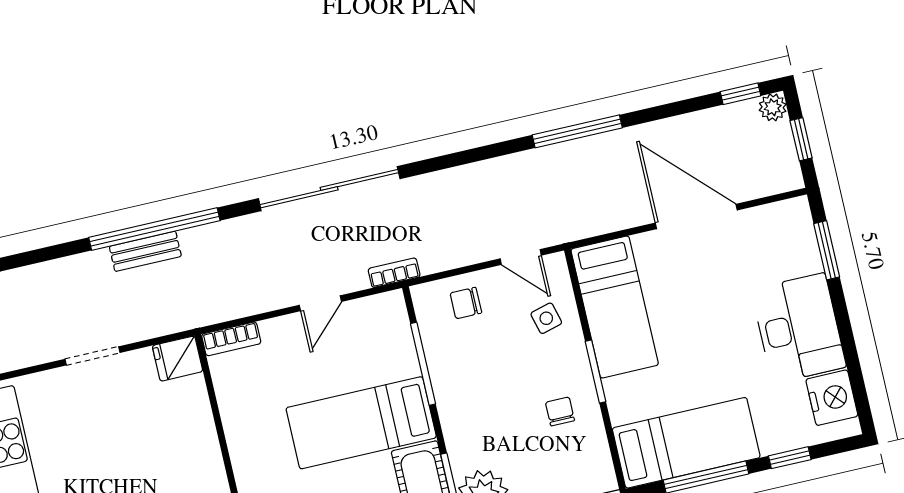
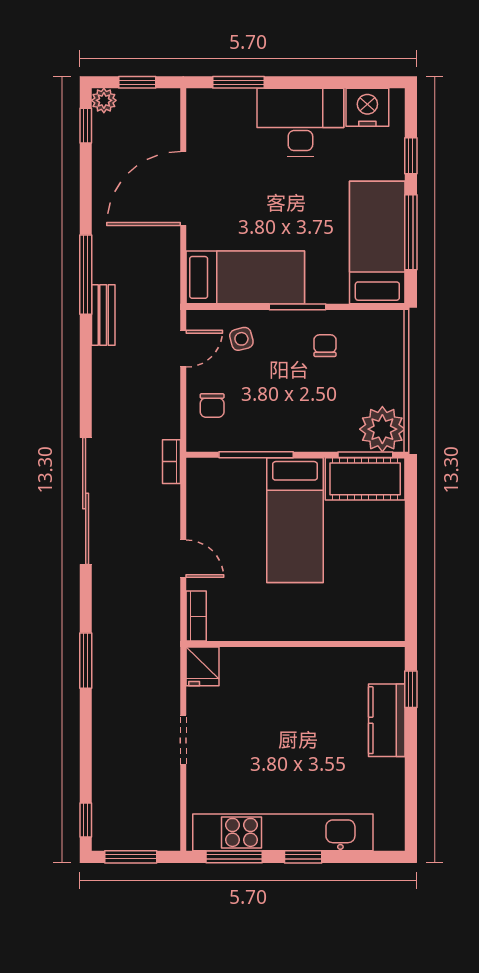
window: (154, 229) -> (86, 661), width x0.47
bench: (145, 251) -> (103, 315), moved
door: (320, 303) -> (183, 559), moved
chair: (560, 412) -> (325, 346), turned 90

